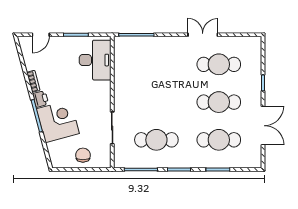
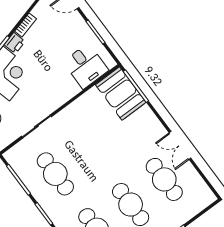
double door: (203, 35) -> (180, 145), swing flipped
booth: (134, 50) -> (121, 93), added
desk: (95, 60) -> (86, 66), width x0.73

